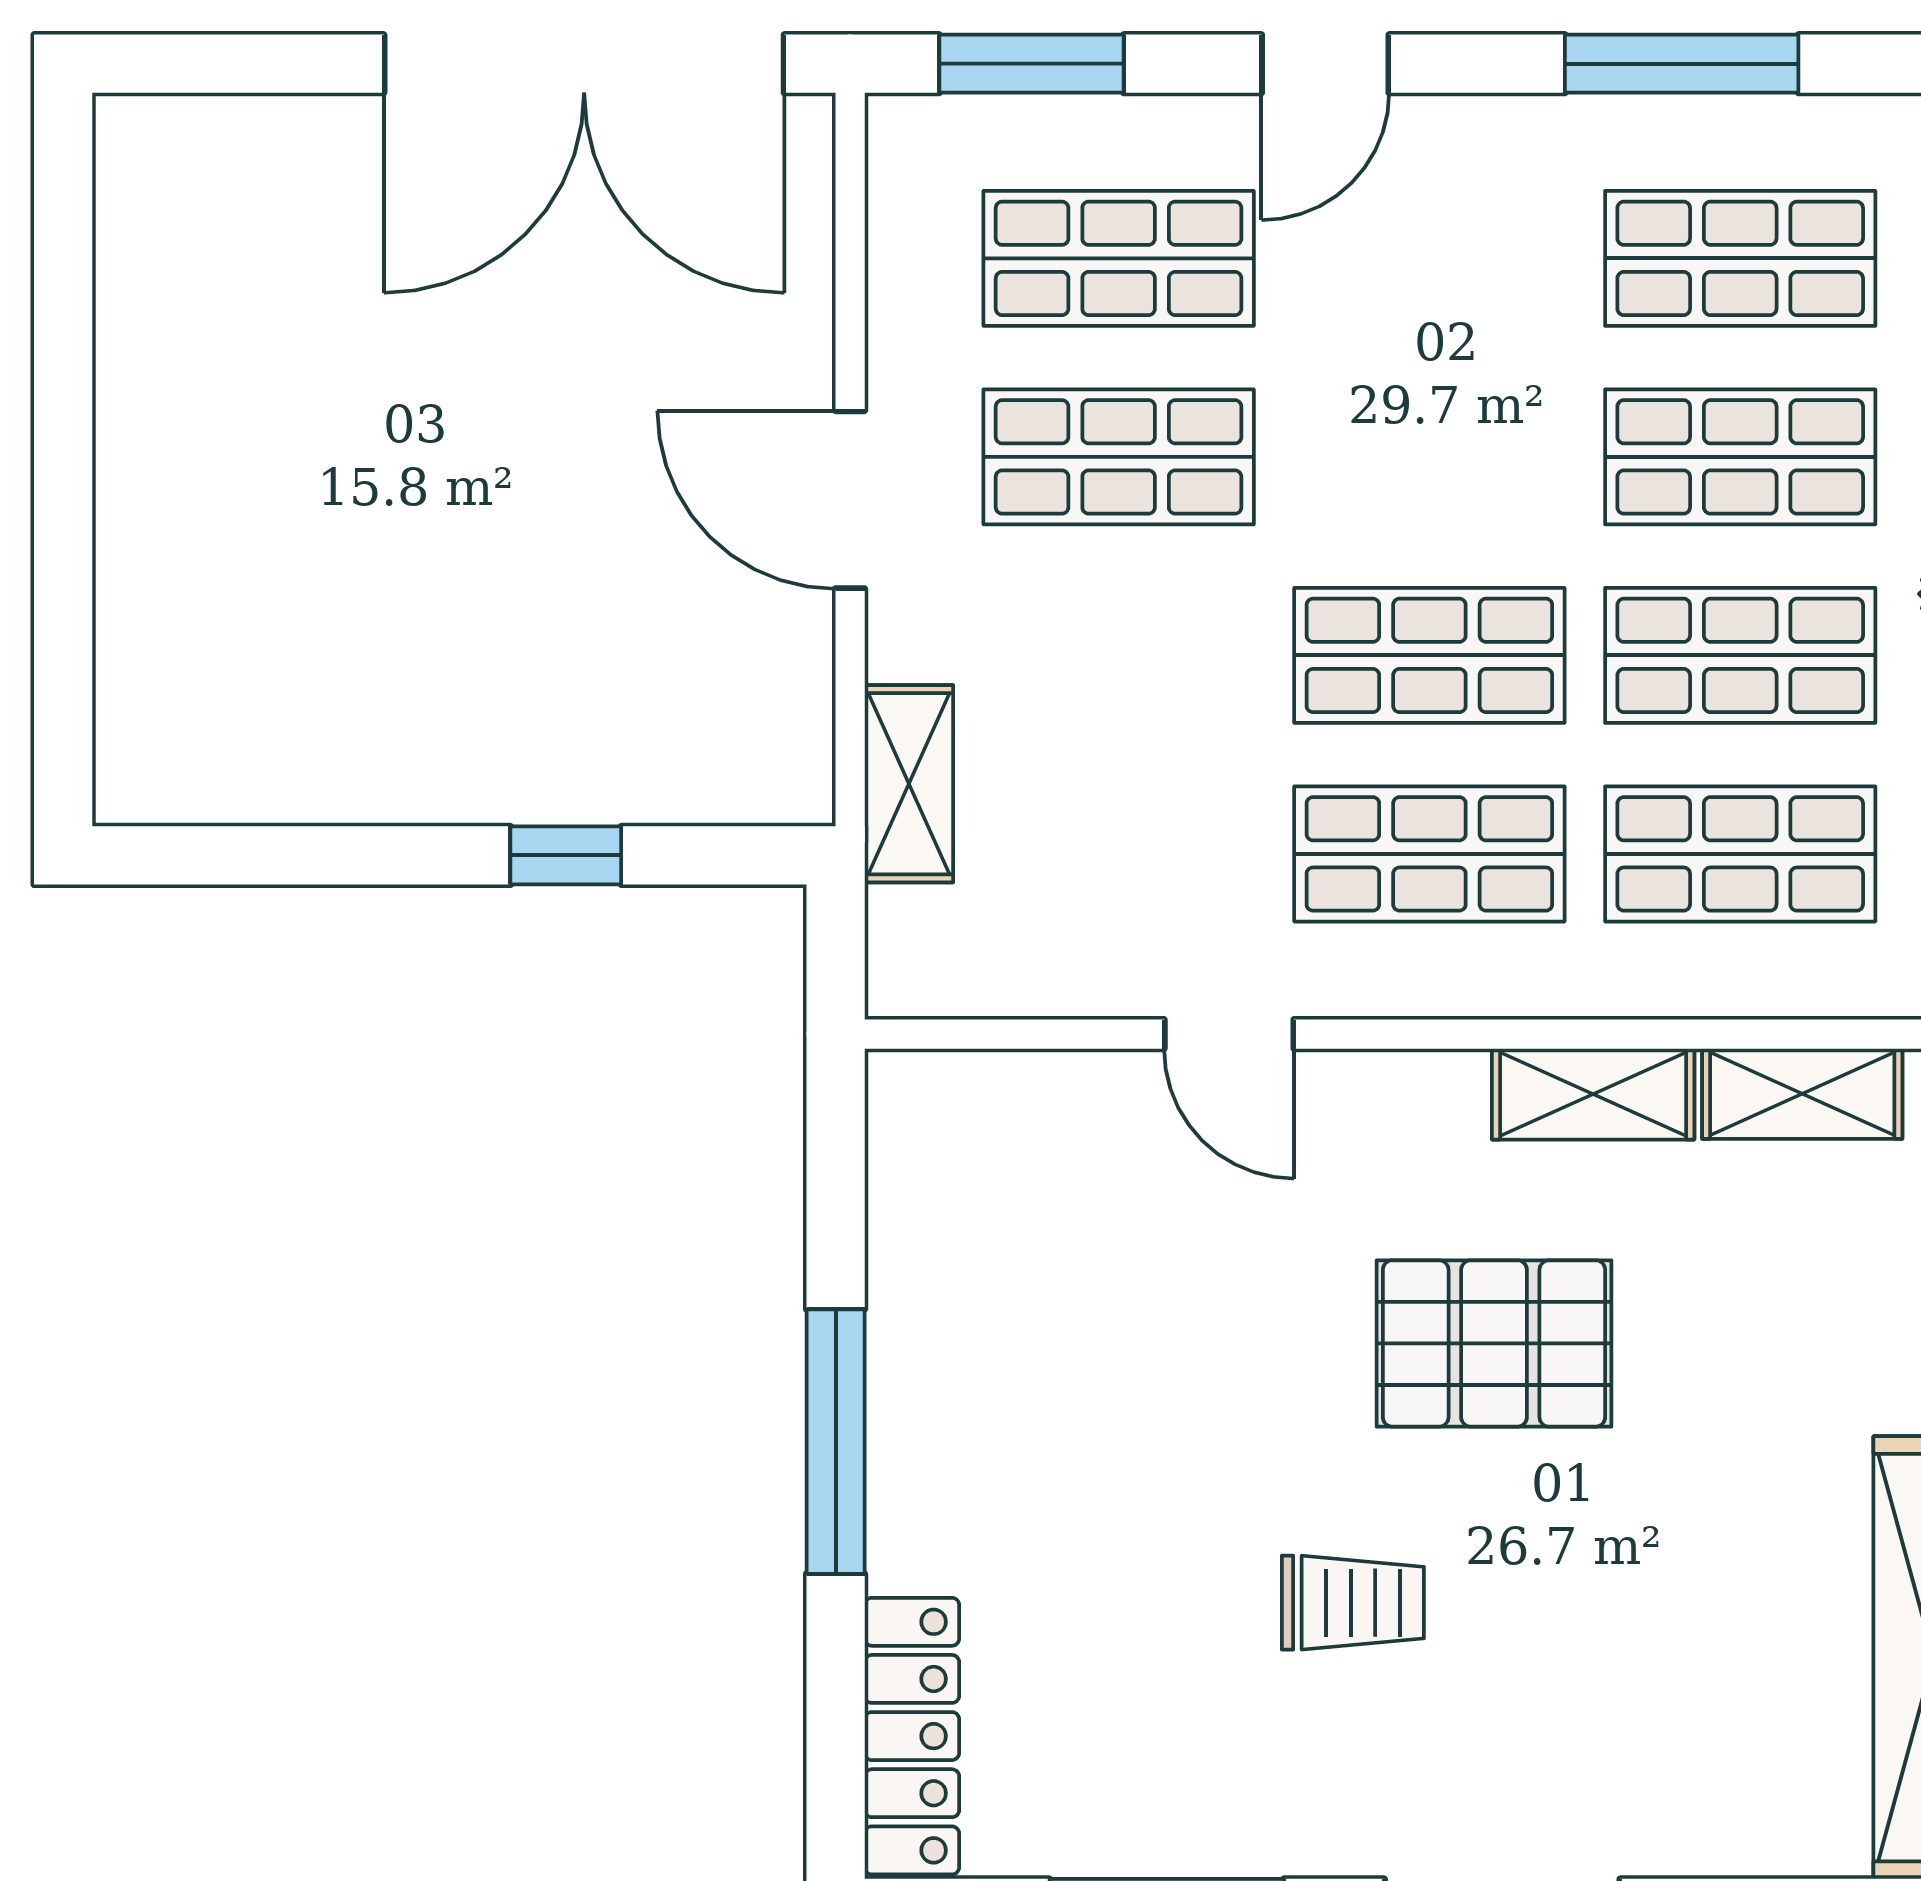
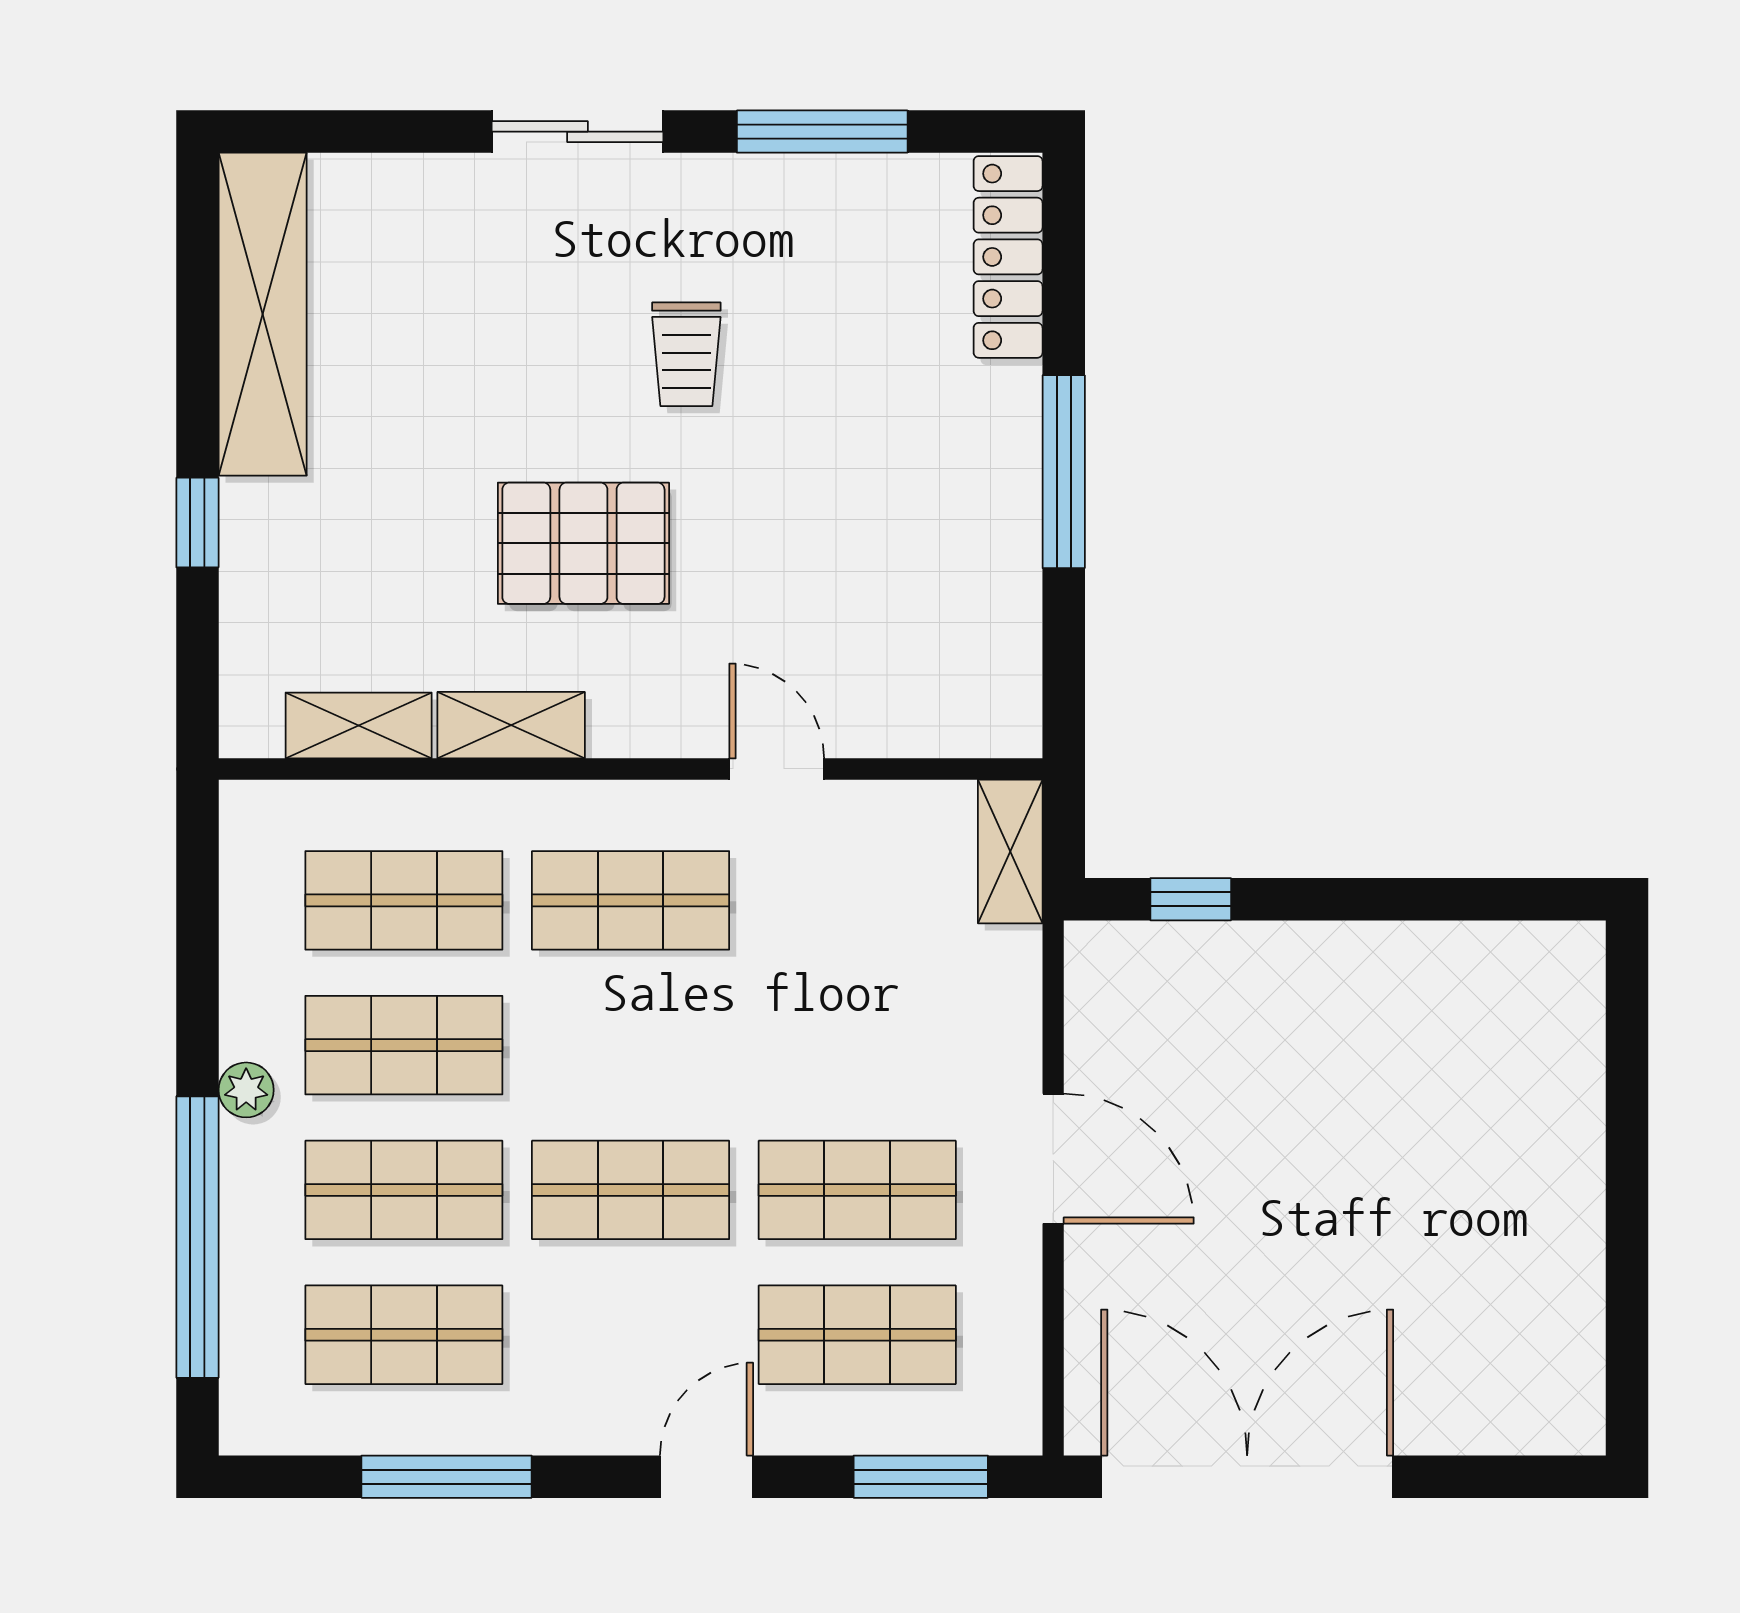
shop shelf: (1429, 655) -> (631, 1190), moved
shelving: (909, 784) -> (1010, 851), moved
window: (566, 855) -> (1191, 899), moved
trolley: (1353, 1603) -> (686, 354), turned -90

